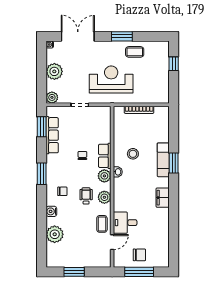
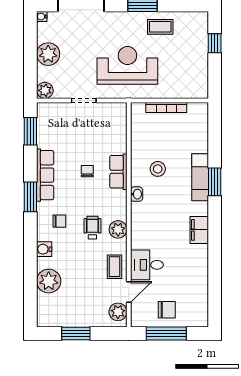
row of seats: (52, 135) -> (45, 175), moved
plant: (104, 176) -> (118, 312), moved

